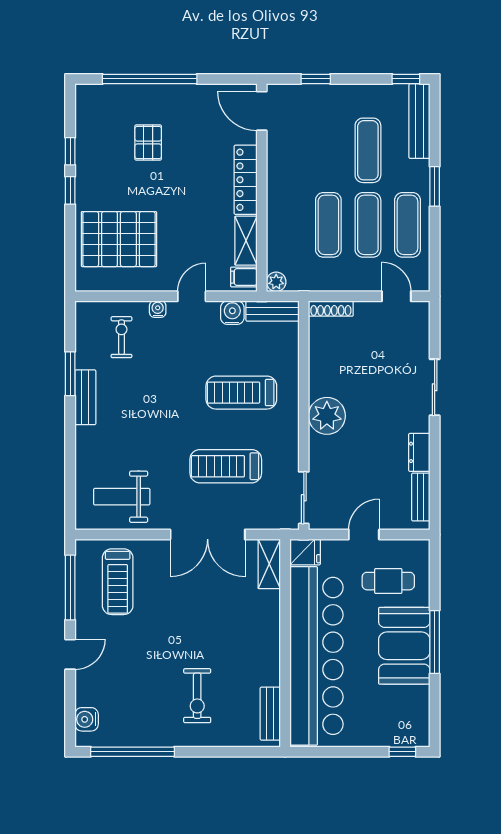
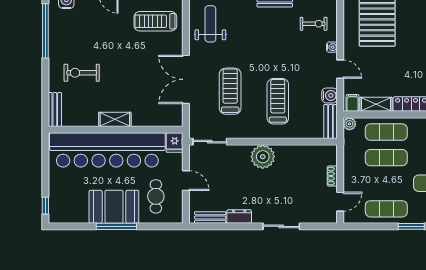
exercise mat: (368, 225) -> (386, 132), moved
shoe rack: (331, 309) -> (332, 176), moved, width x0.70
shelving: (269, 564) -> (115, 119), moved
bench: (270, 714) -> (55, 109), moved, turned 90

